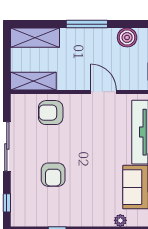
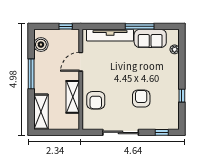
shelving: (33, 81) -> (73, 97), moved
armchair: (53, 175) -> (141, 99), turned -90

